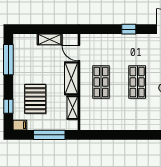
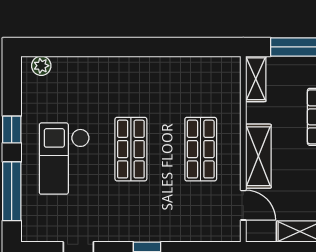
shelving: (72, 108) -> (256, 79), moved

